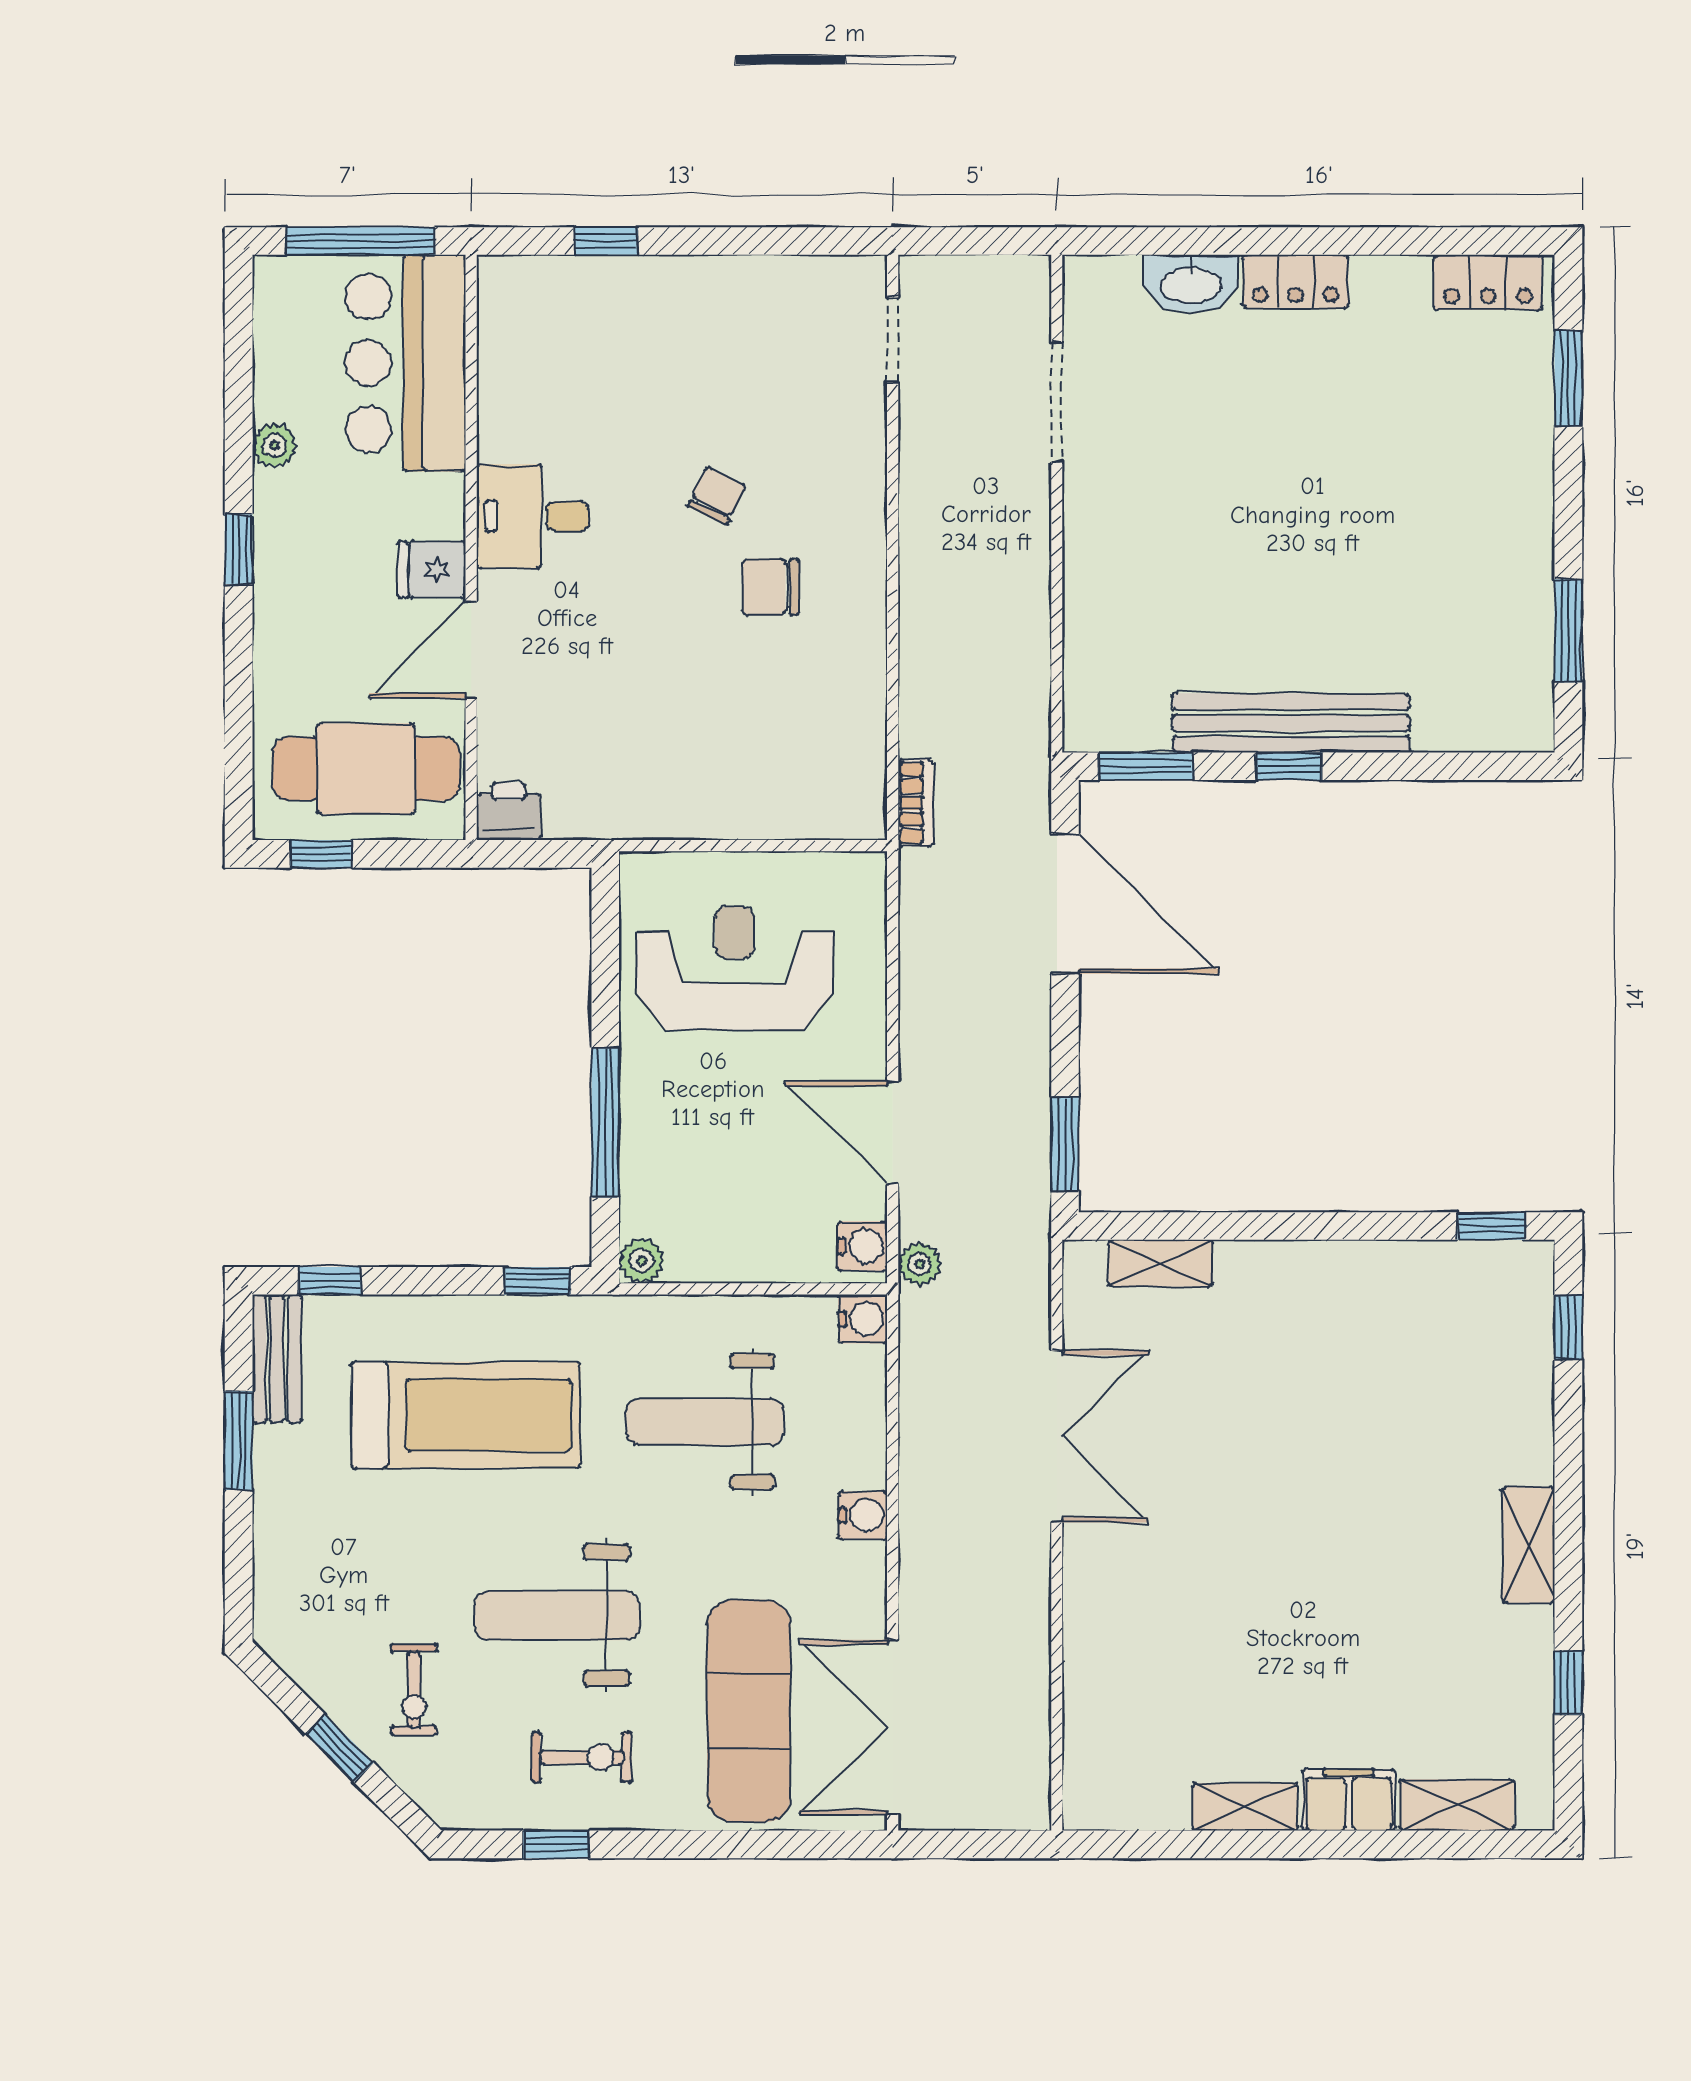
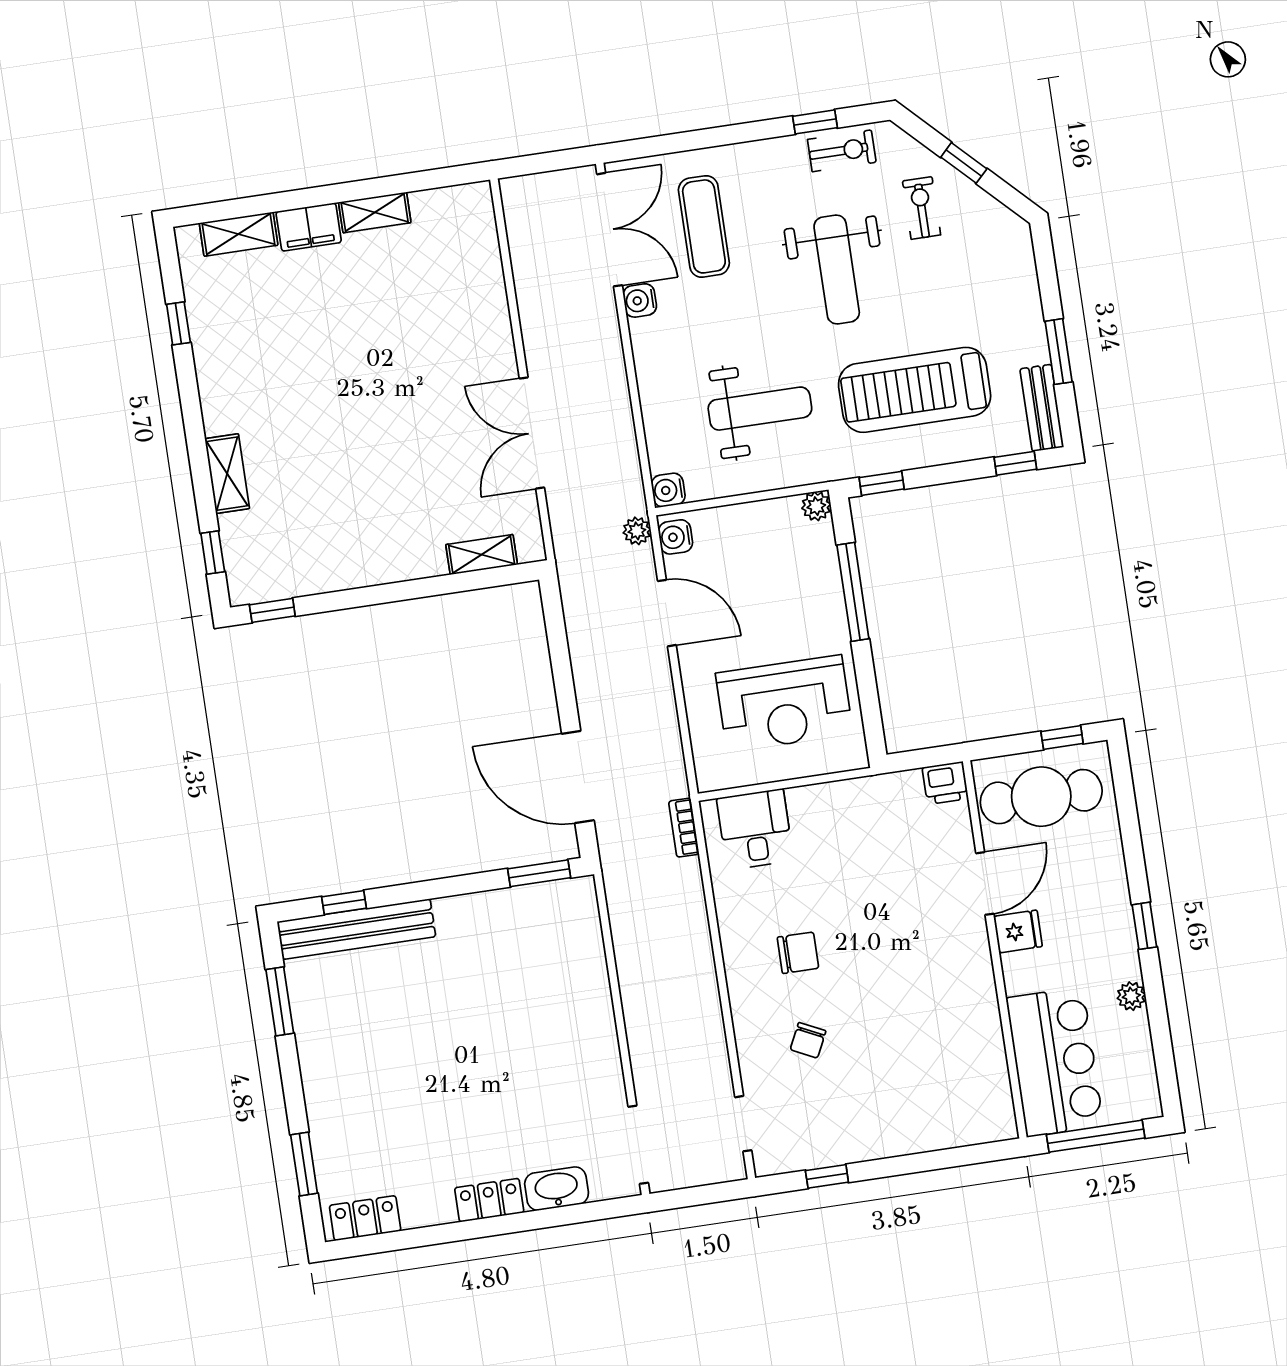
window: (606, 241) -> (827, 1176), moved
doorway: (1057, 402) -> (638, 1145), moved
chair: (717, 496) -> (808, 1040), moved
desk: (533, 516) -> (755, 829), moved, turned -90
bench: (1291, 723) -> (356, 929), moved
window: (1289, 766) -> (344, 902), moved
window: (1065, 1144) -> (555, 622), removed
water cooler: (863, 1516) -> (640, 300), moved
shelving: (1529, 1545) -> (227, 474), moved
weight bench: (557, 1615) -> (837, 269), turned 90
exercise mat: (749, 1711) -> (704, 226), width x0.73, depth x0.69
exercise bike: (582, 1757) -> (842, 151), moved, turned 180

